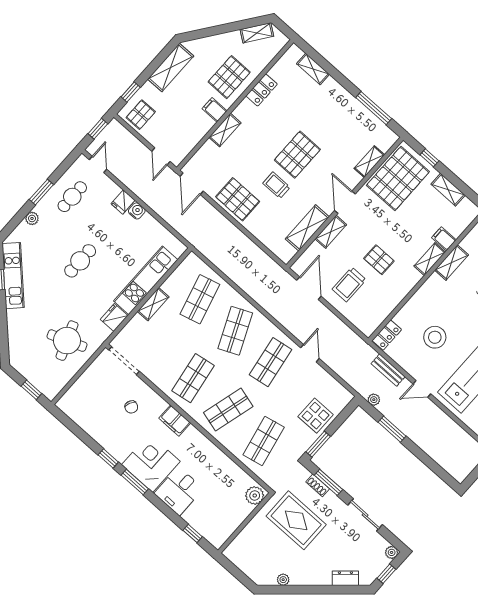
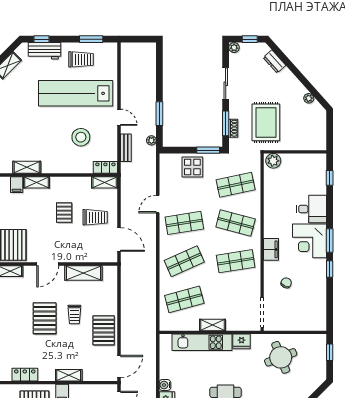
pallet: (297, 155) -> (45, 318), turned 90
shelving: (331, 232) -> (105, 182), moved
door: (309, 288) -> (119, 239), swing flipped

